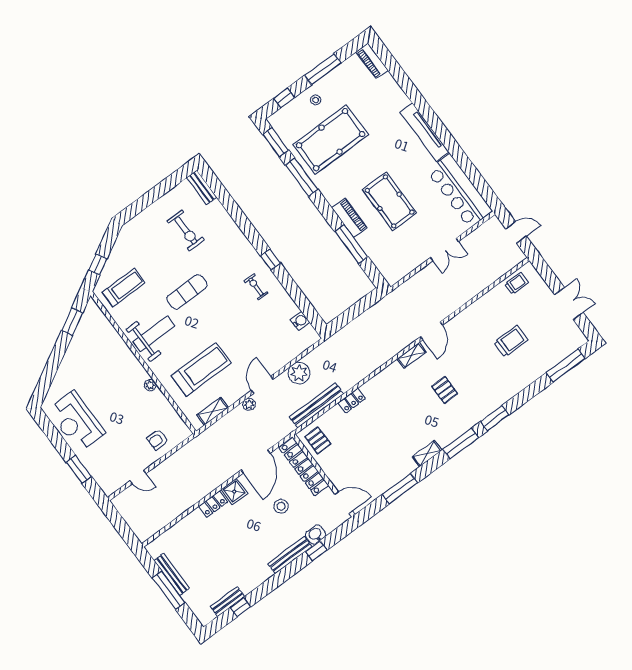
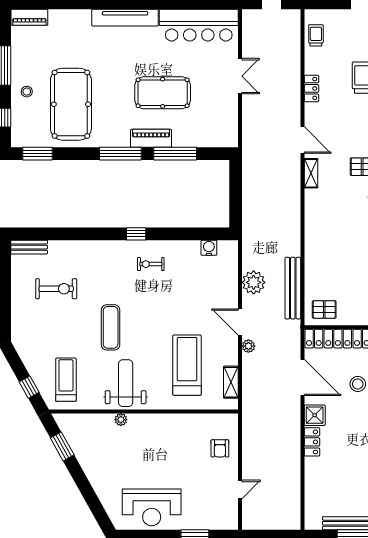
window: (302, 177) -> (120, 154), moved
plant: (150, 385) -> (121, 420), moved
locker: (352, 400) -> (311, 88), moved

